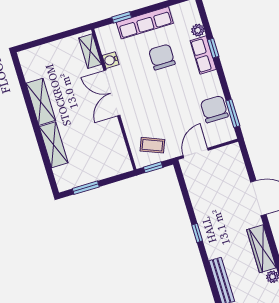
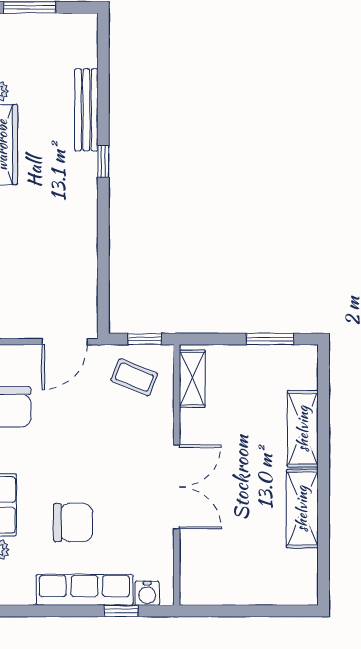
shelving: (90, 51) -> (192, 379), moved
chair: (162, 57) -> (73, 523), turned -90
water cooler: (111, 60) -> (147, 593), moved, turned 90
window: (197, 233) -> (103, 162), moved

